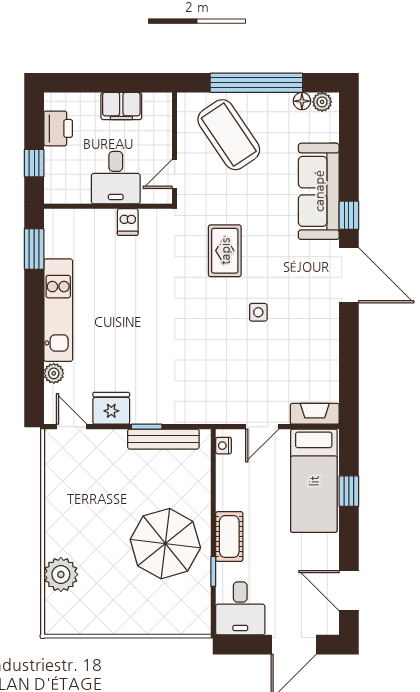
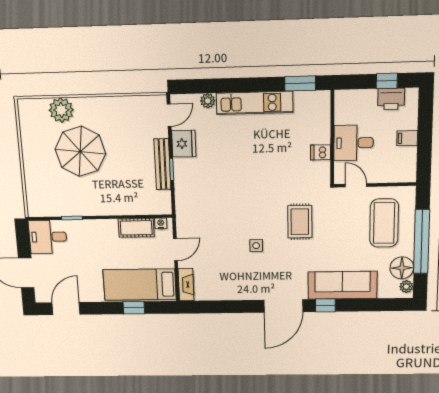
floor lamp: (302, 101) -> (402, 268), width x1.89, depth x1.89
filing cabinet: (121, 106) -> (407, 138), width x0.50
coffee table: (229, 135) -> (384, 223), turned -56
window: (34, 163) -> (387, 81), moved
rug: (225, 251) -> (300, 222), turned 90
door: (262, 427) -> (175, 250), swing flipped
bench: (163, 439) -> (162, 164), moved
cot: (229, 537) -> (136, 228), moved
parasol: (165, 544) -> (80, 151), moved

